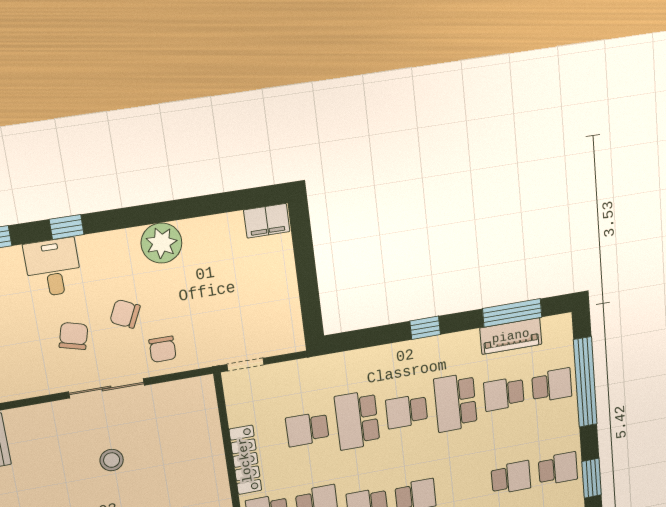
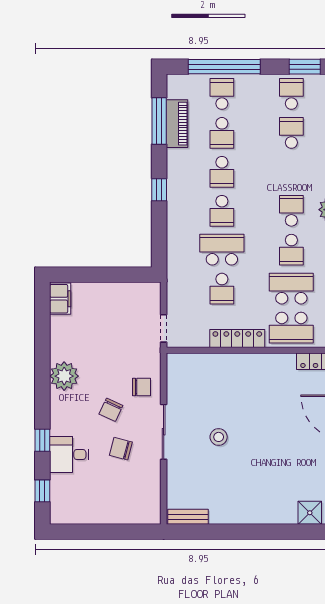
school desk: (456, 403) -> (222, 172), width x0.54
school desk: (357, 420) -> (222, 250), turned 180

